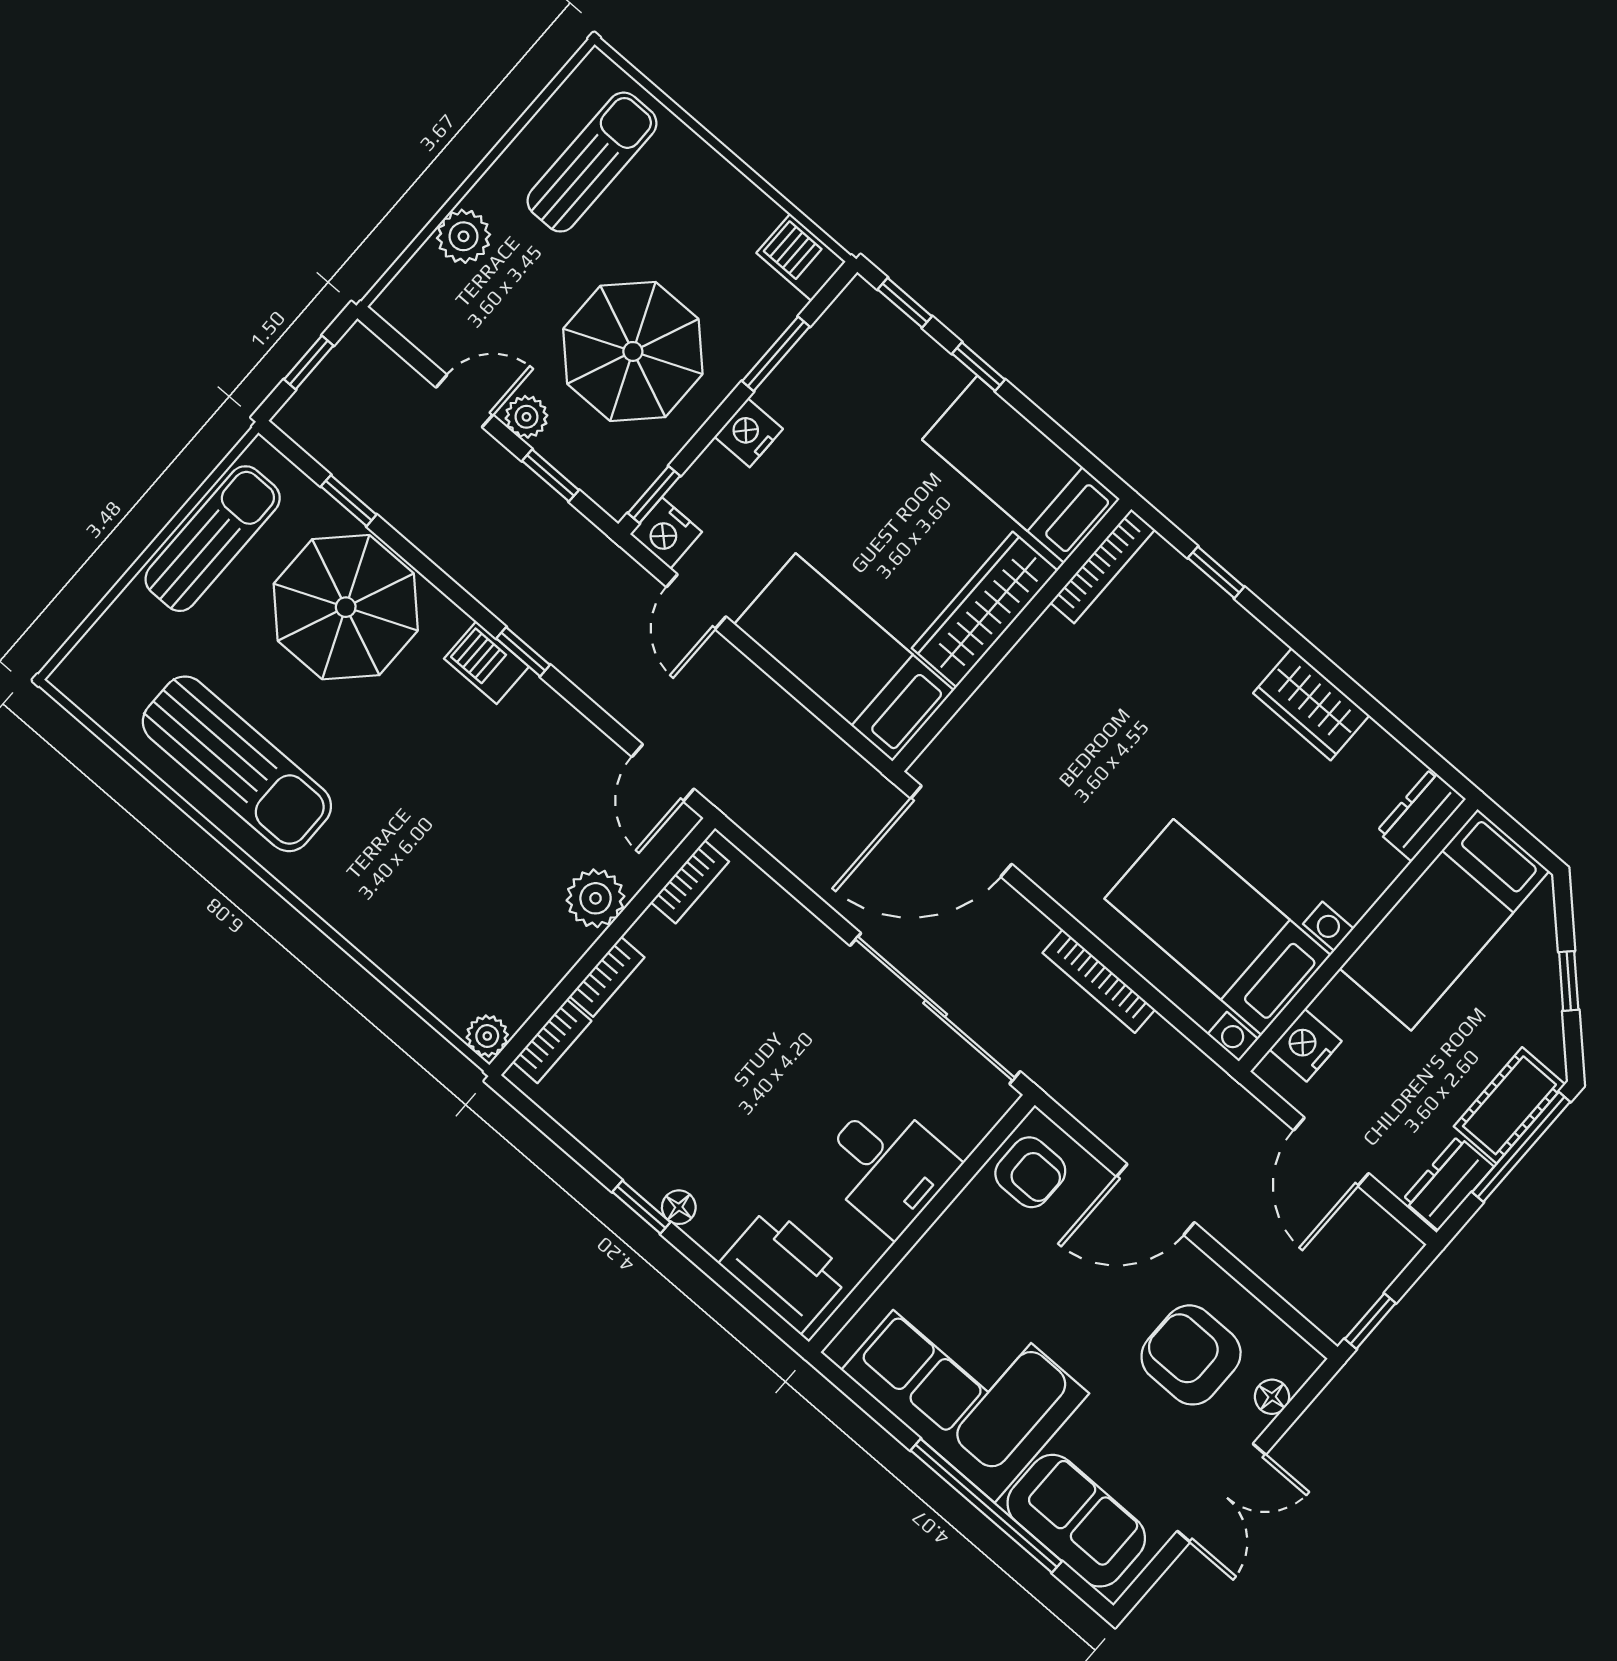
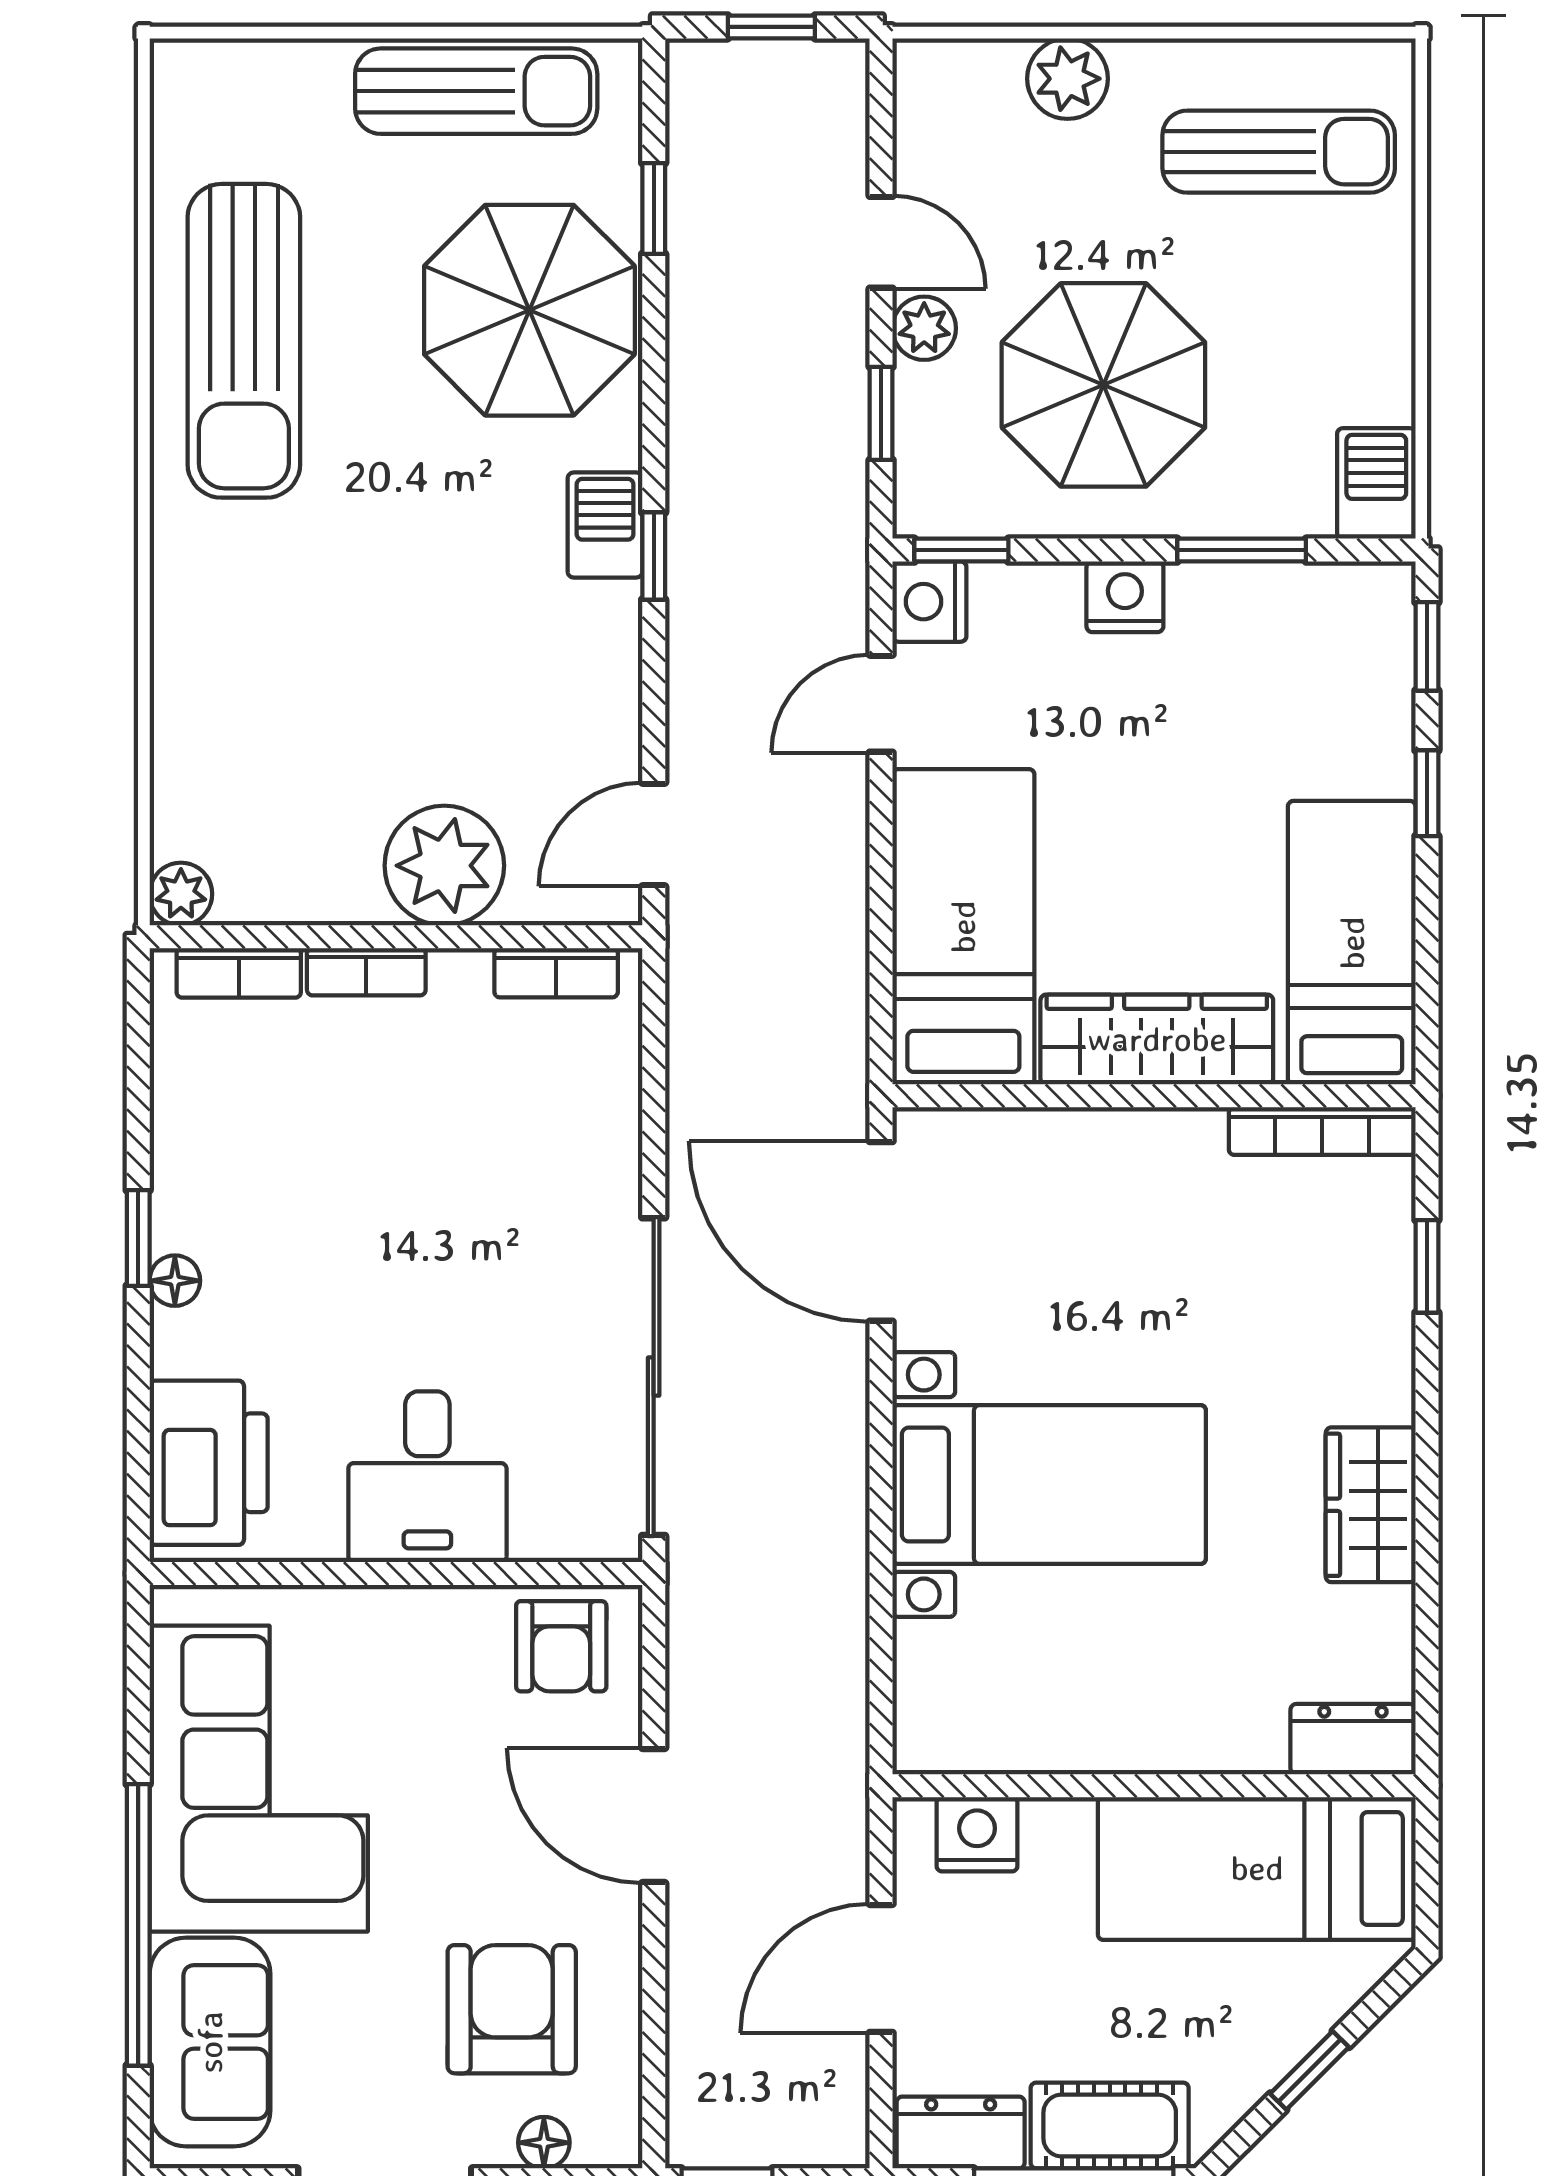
plant: (596, 898) -> (444, 866), width x1.36, depth x1.36
bed with nightstands: (1218, 927) -> (1049, 1485), moved, turned 90
bookcase: (1099, 981) -> (846, 1536), removed

